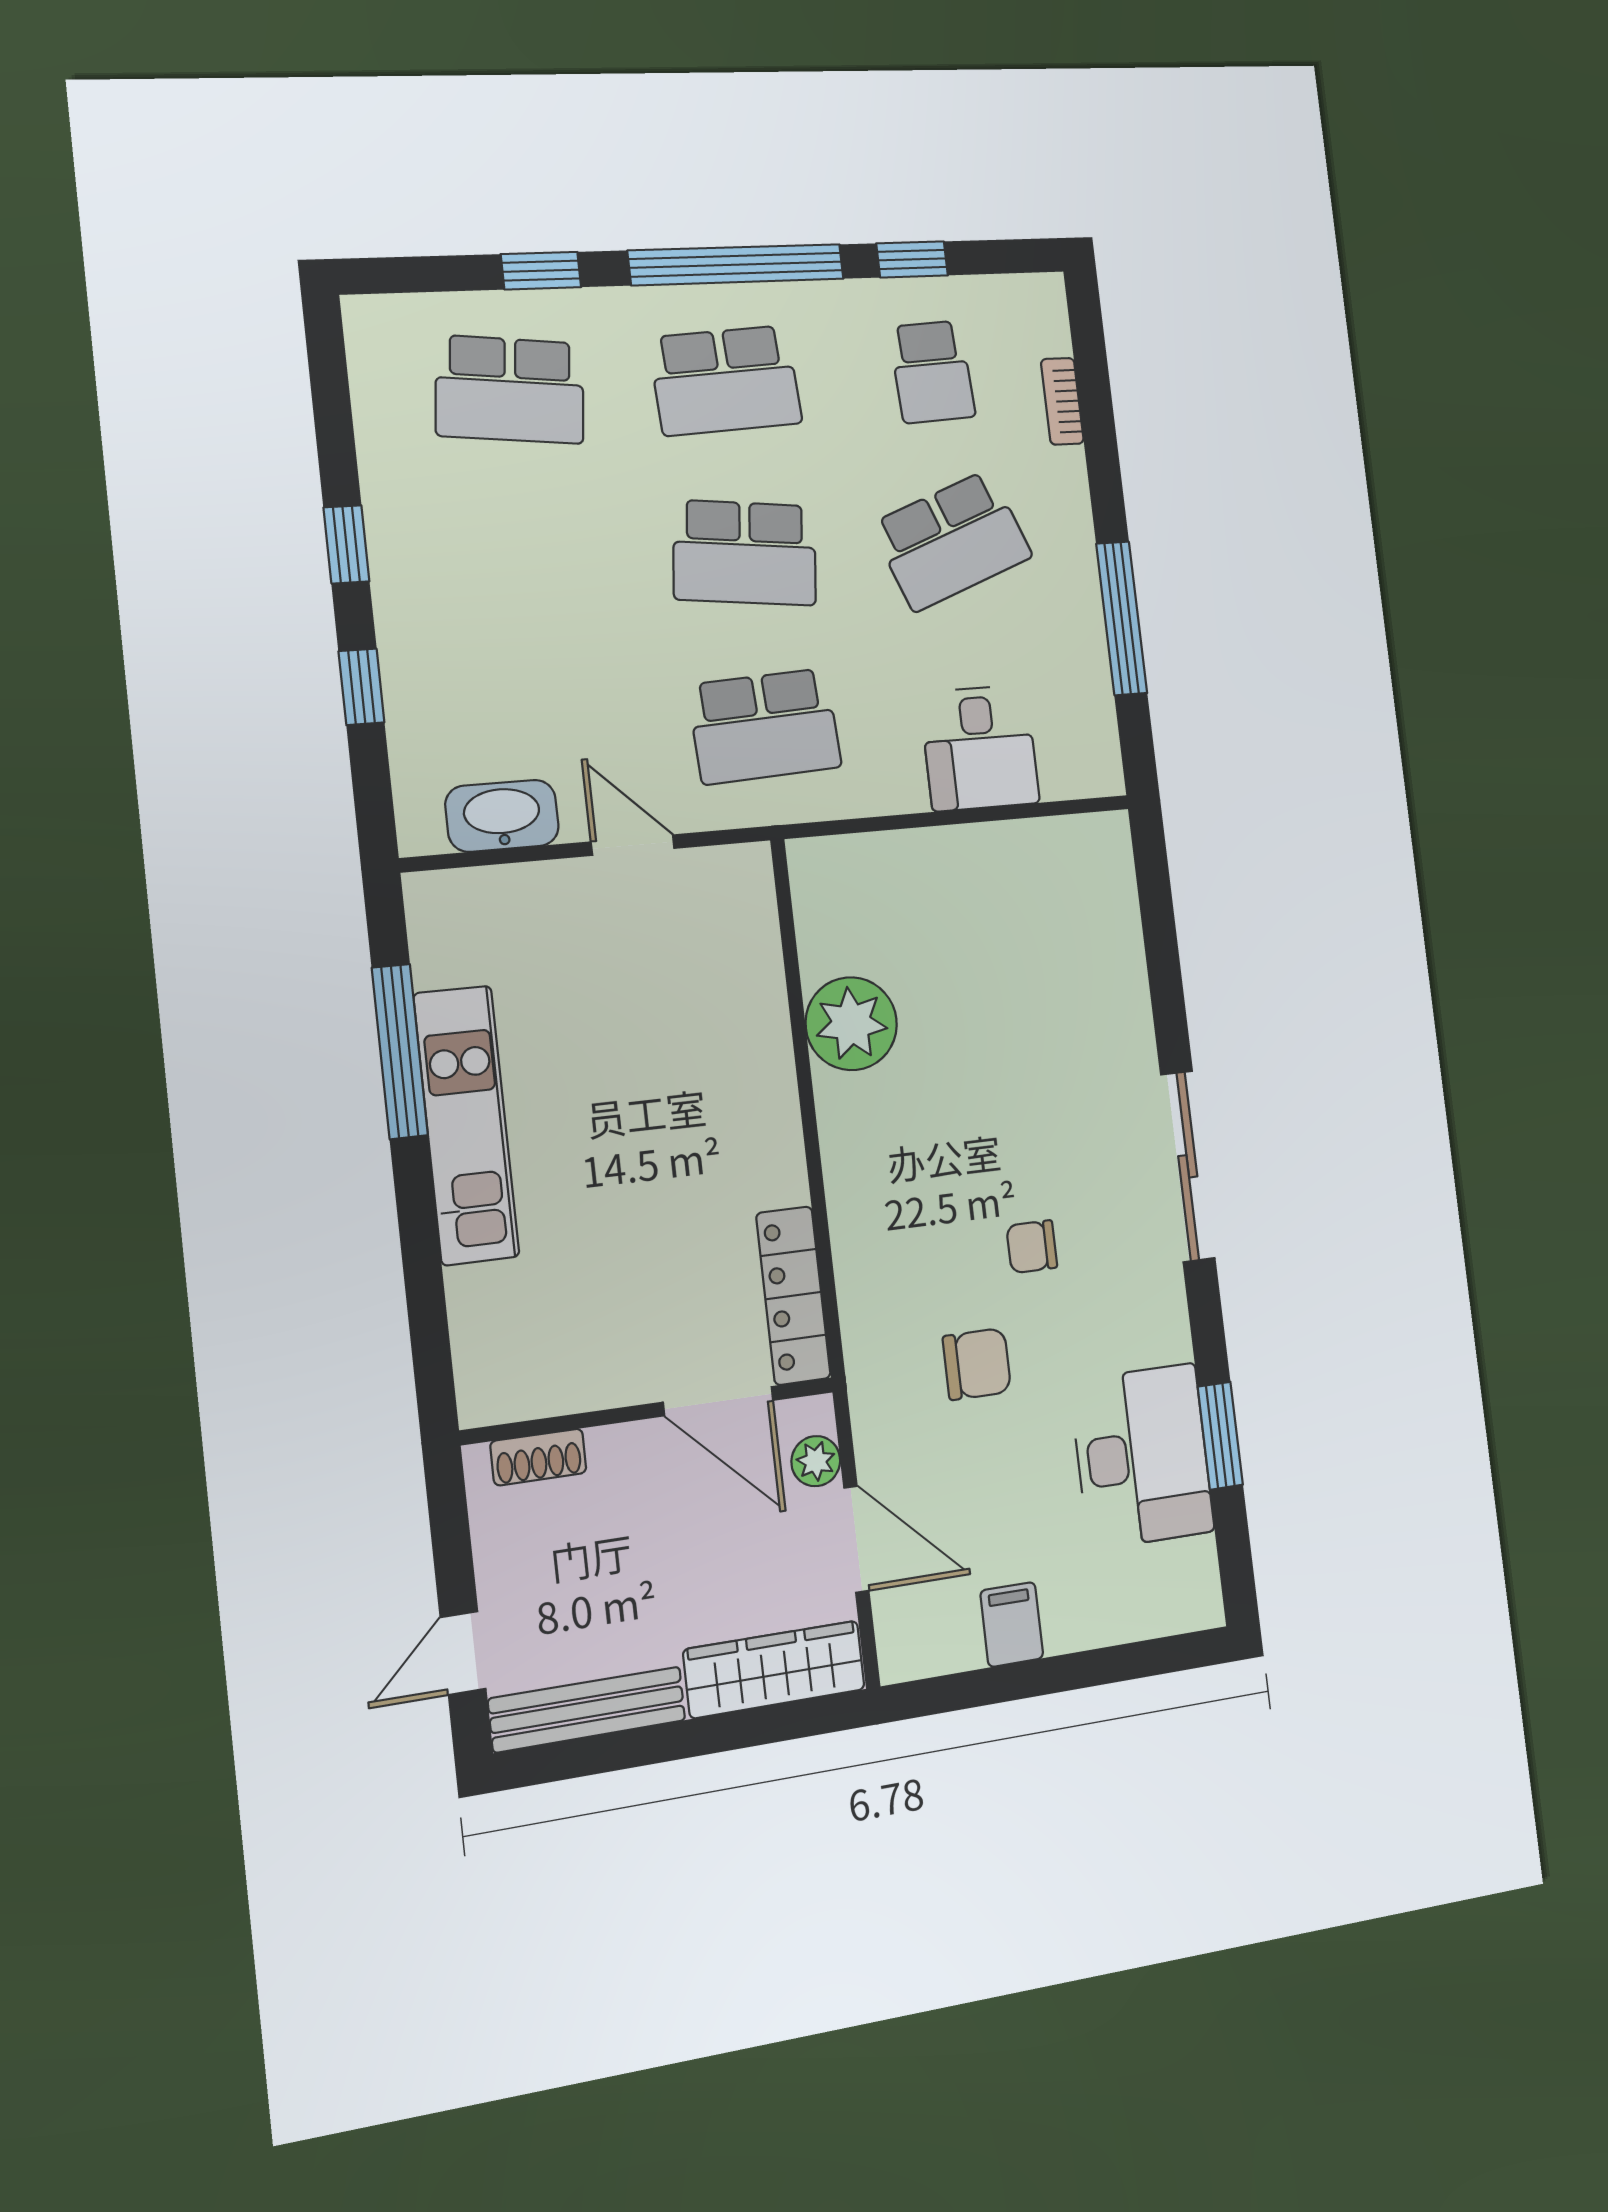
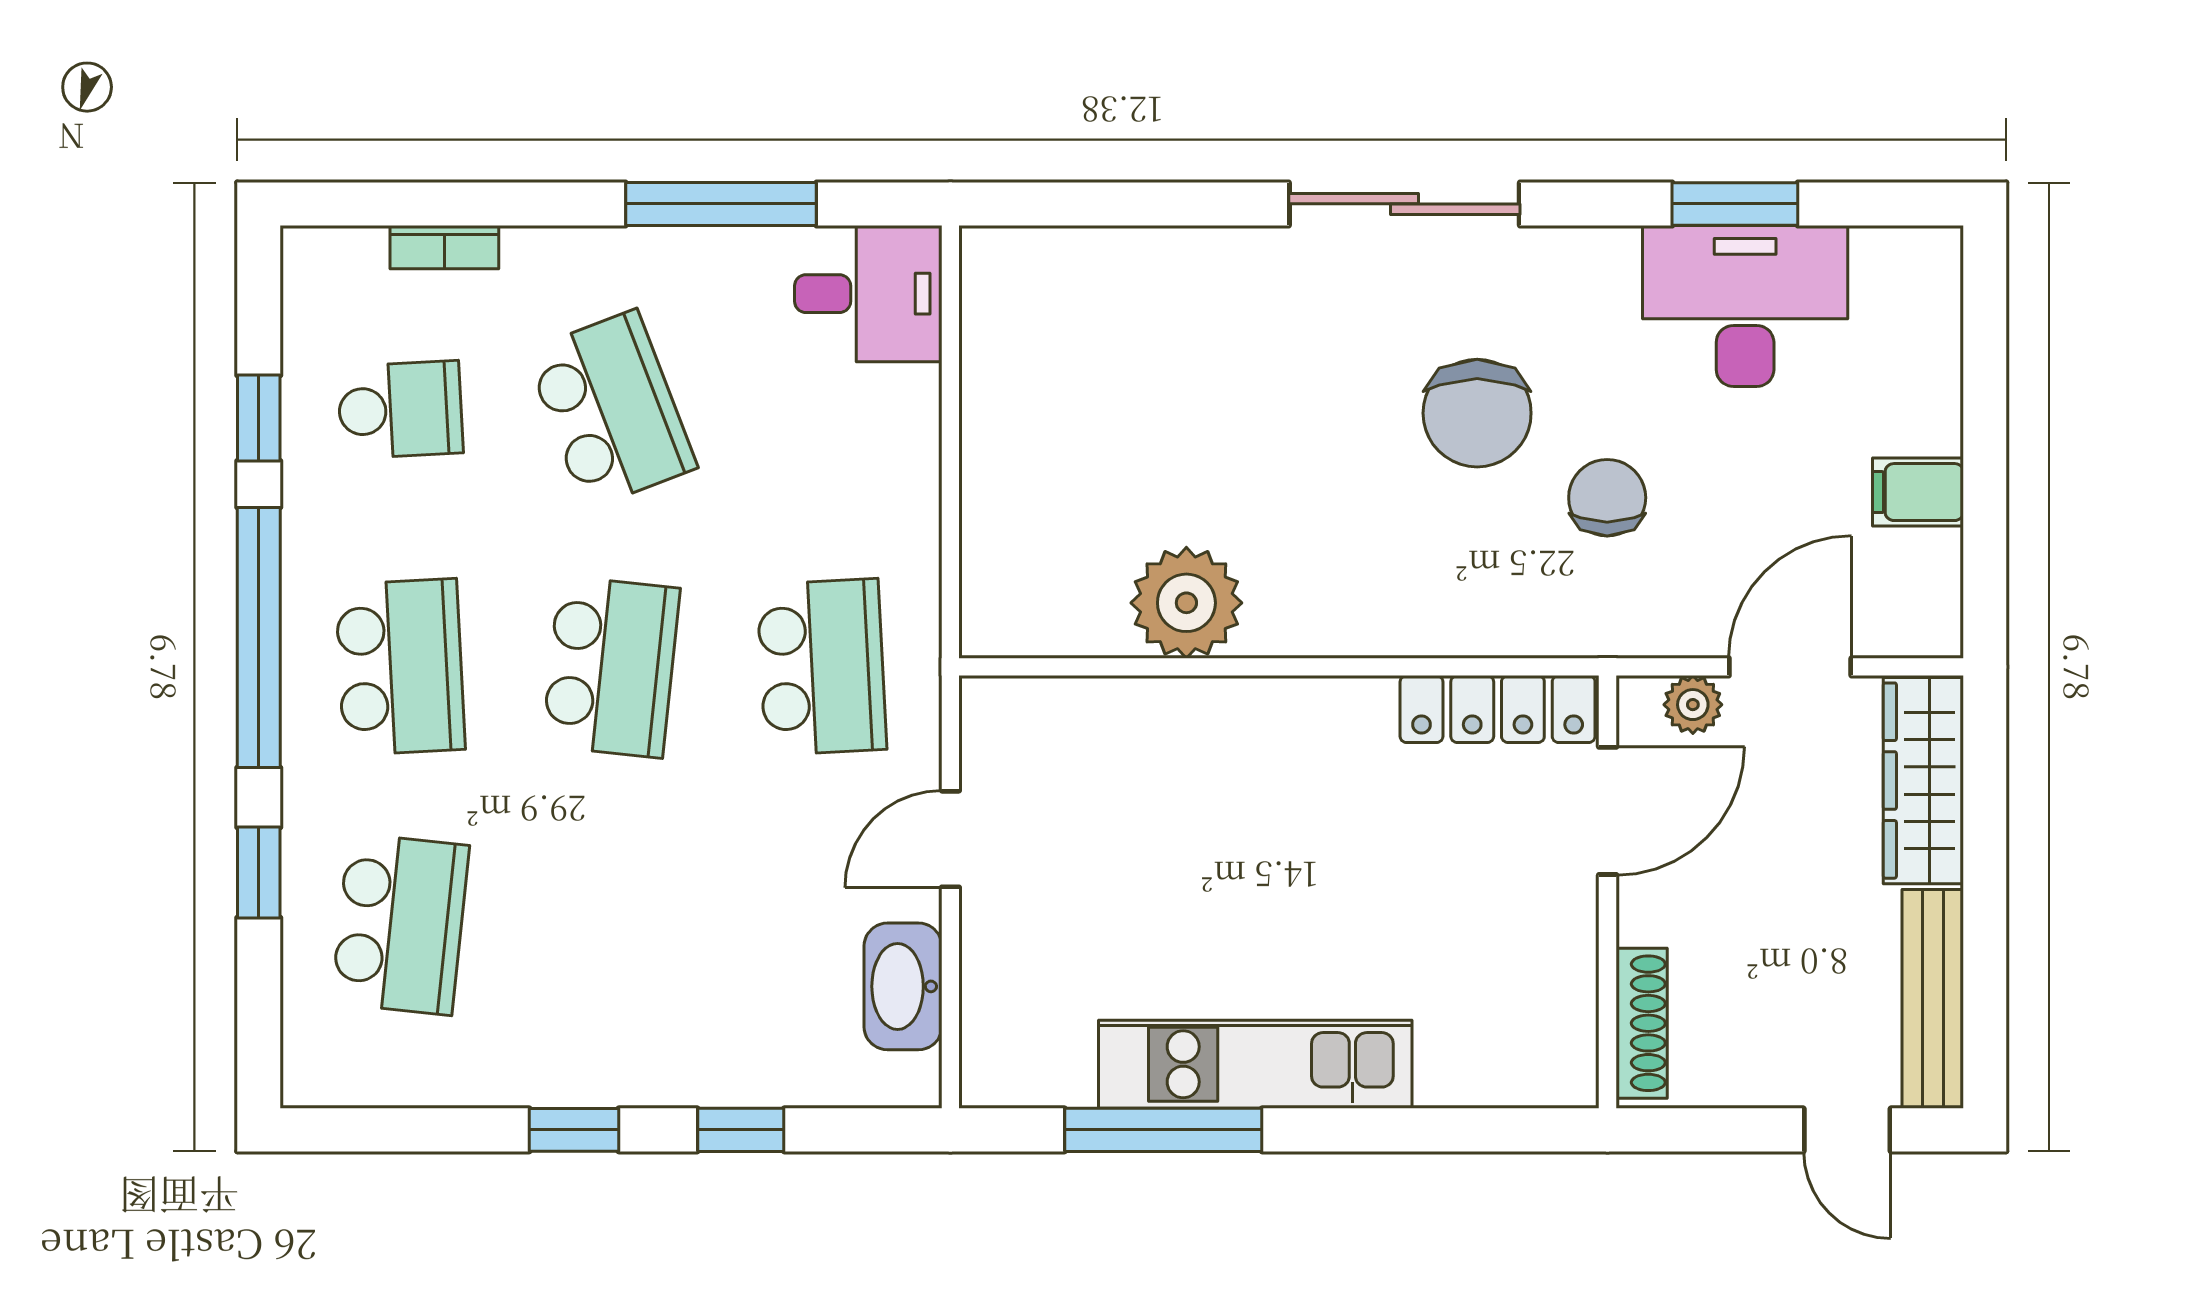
desk: (980, 748) -> (868, 294), moved
chair: (1032, 1247) -> (1477, 413), width x1.87, depth x1.87
shoe rack: (538, 1457) -> (1642, 1023), width x1.43

